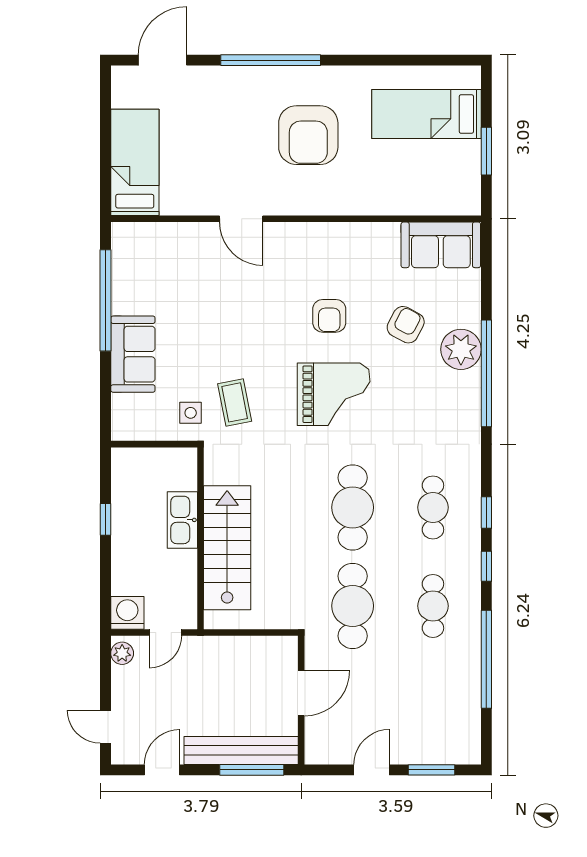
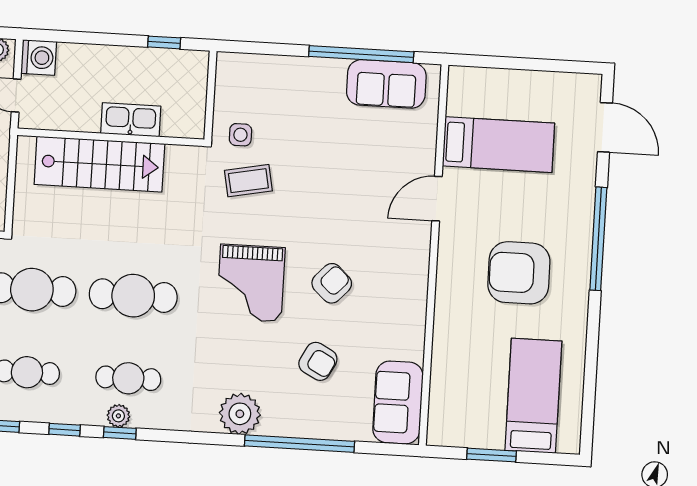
bed: (135, 162) -> (498, 145), moved
armchair: (329, 316) -> (332, 283), turned 133
plant: (461, 349) -> (240, 414), moved
sofa: (133, 354) -> (386, 84), moved
window: (486, 373) -> (299, 444), moved
plant: (470, 515) -> (118, 416), added
window: (106, 519) -> (164, 42), moved

